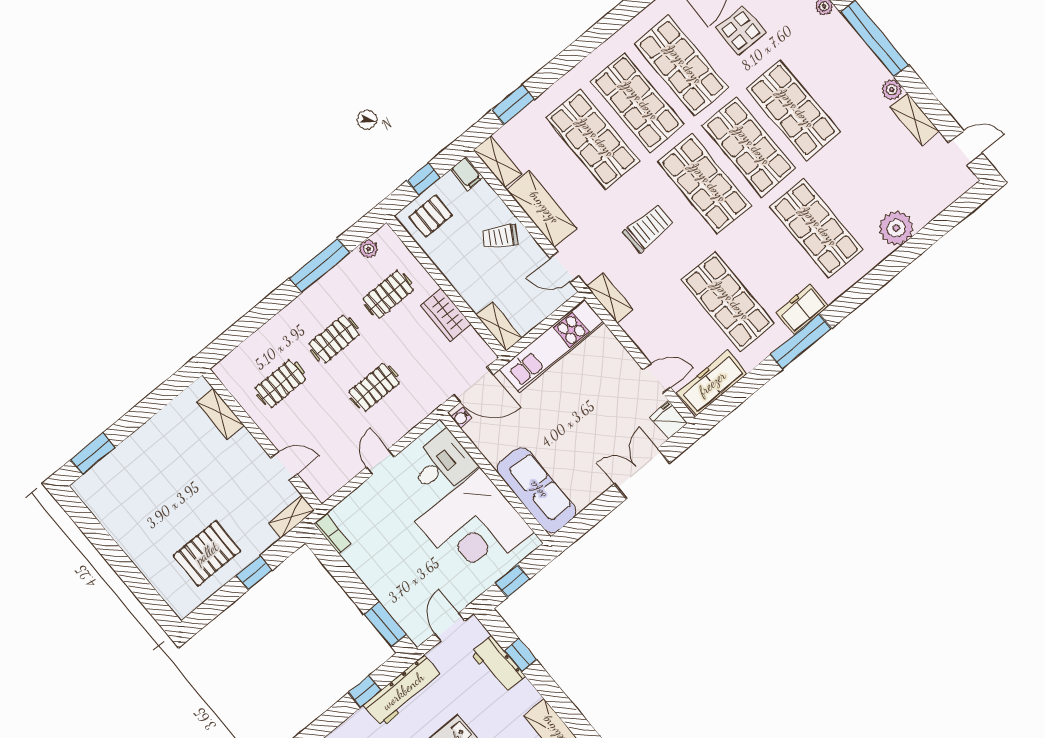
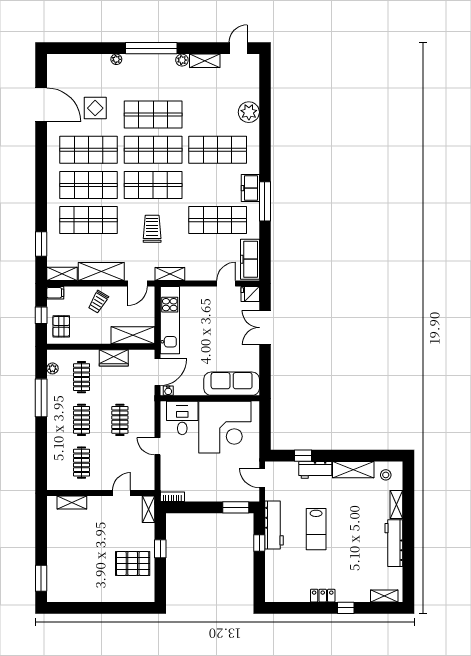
shelving: (499, 327) -> (133, 335), width x1.50, depth x1.33
pallet: (207, 553) -> (133, 563), turned 90
window: (512, 581) -> (265, 430), removed
workbench: (498, 664) -> (315, 470), moved

